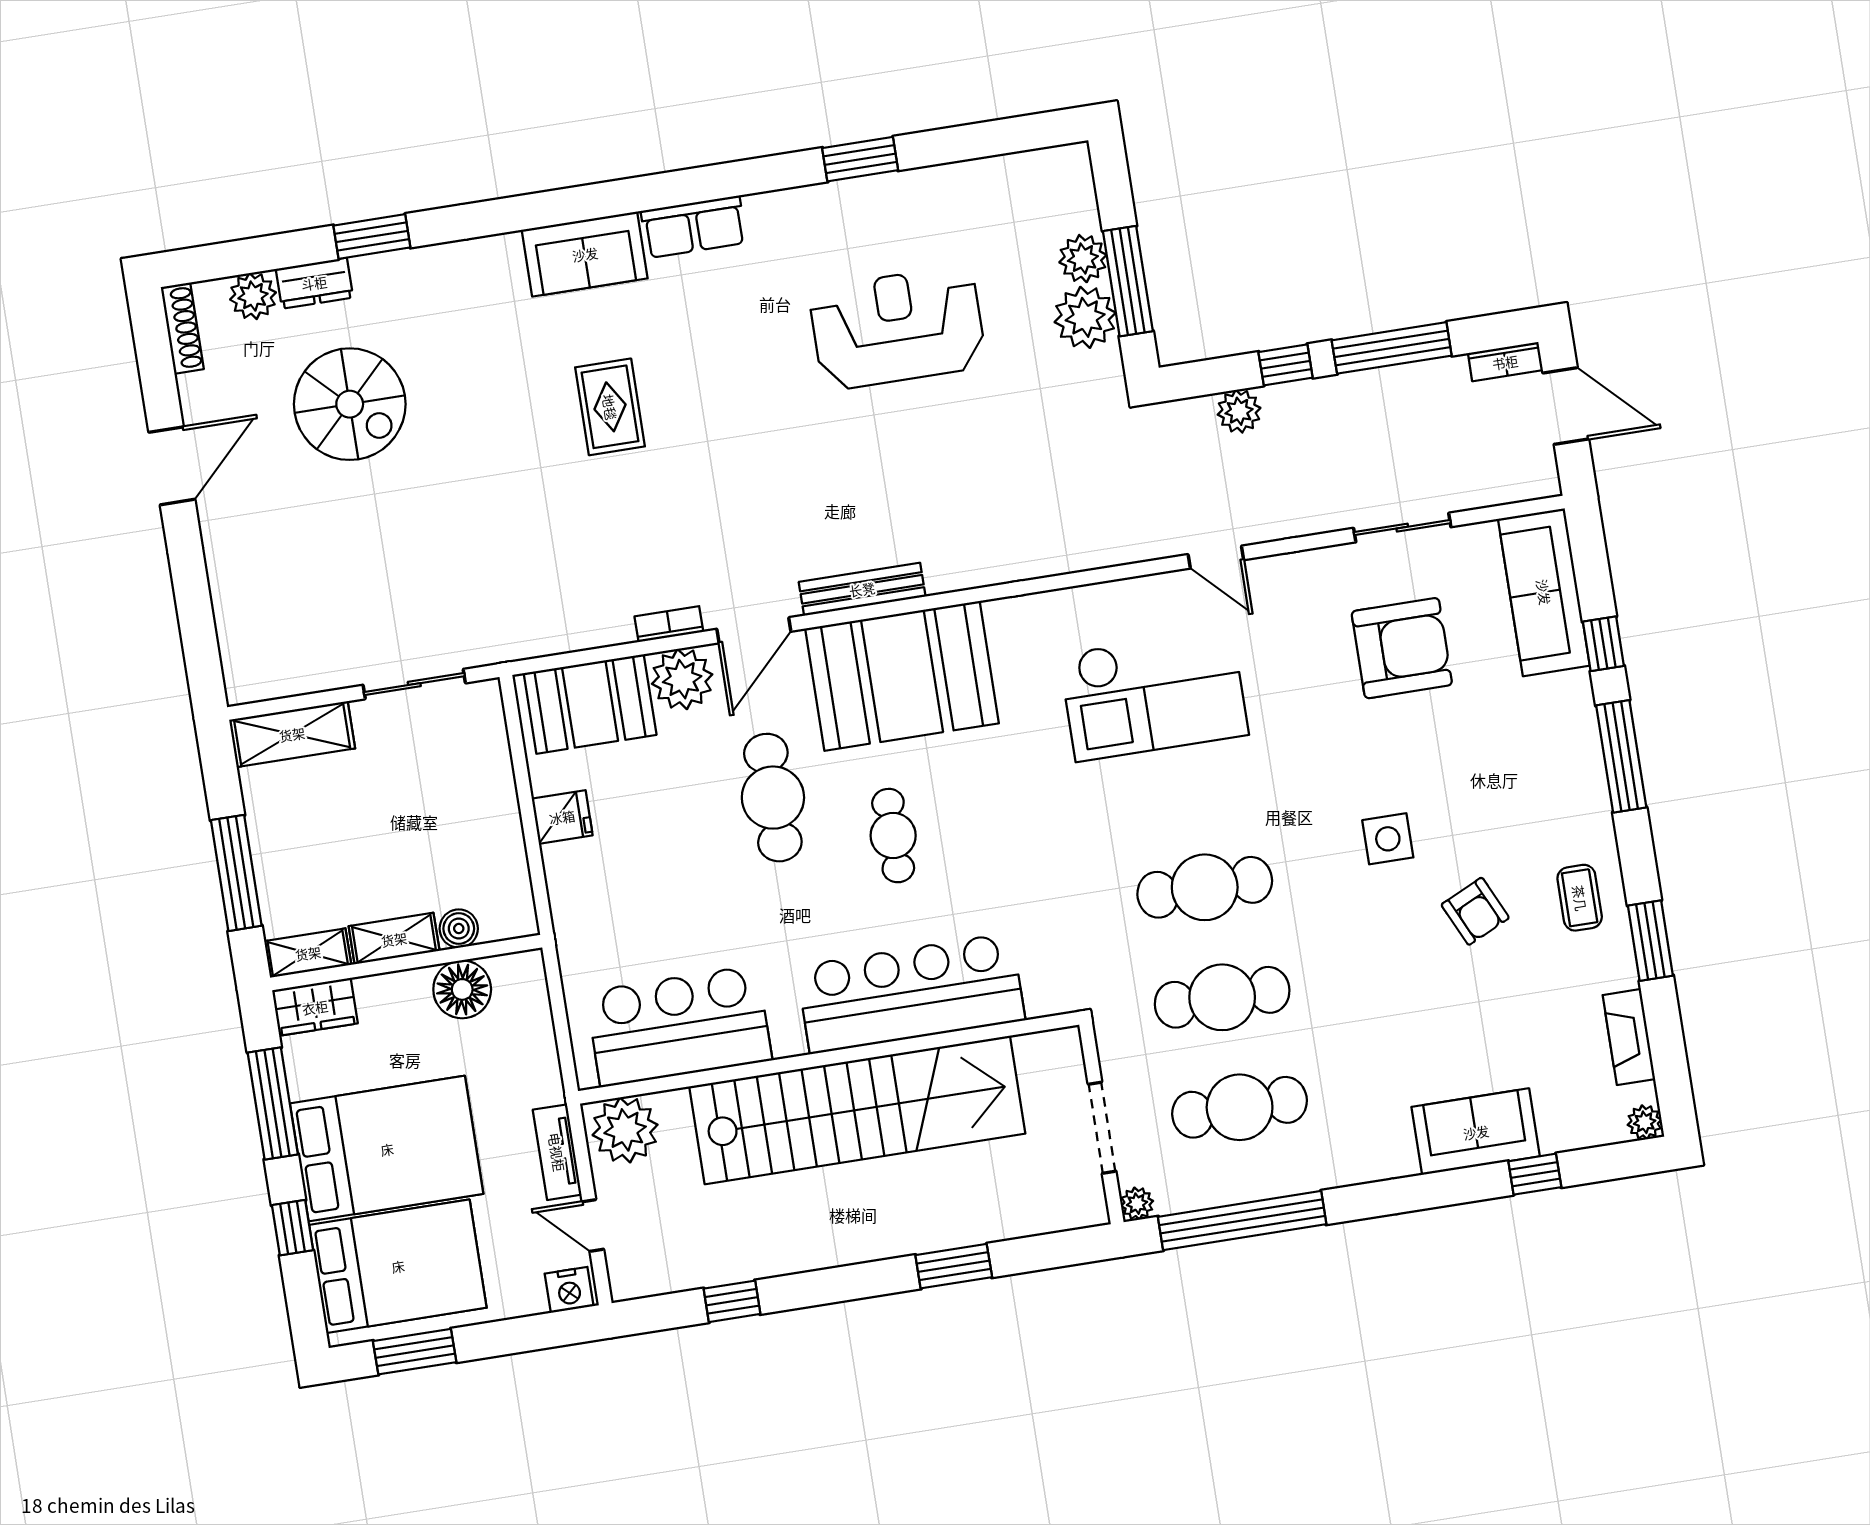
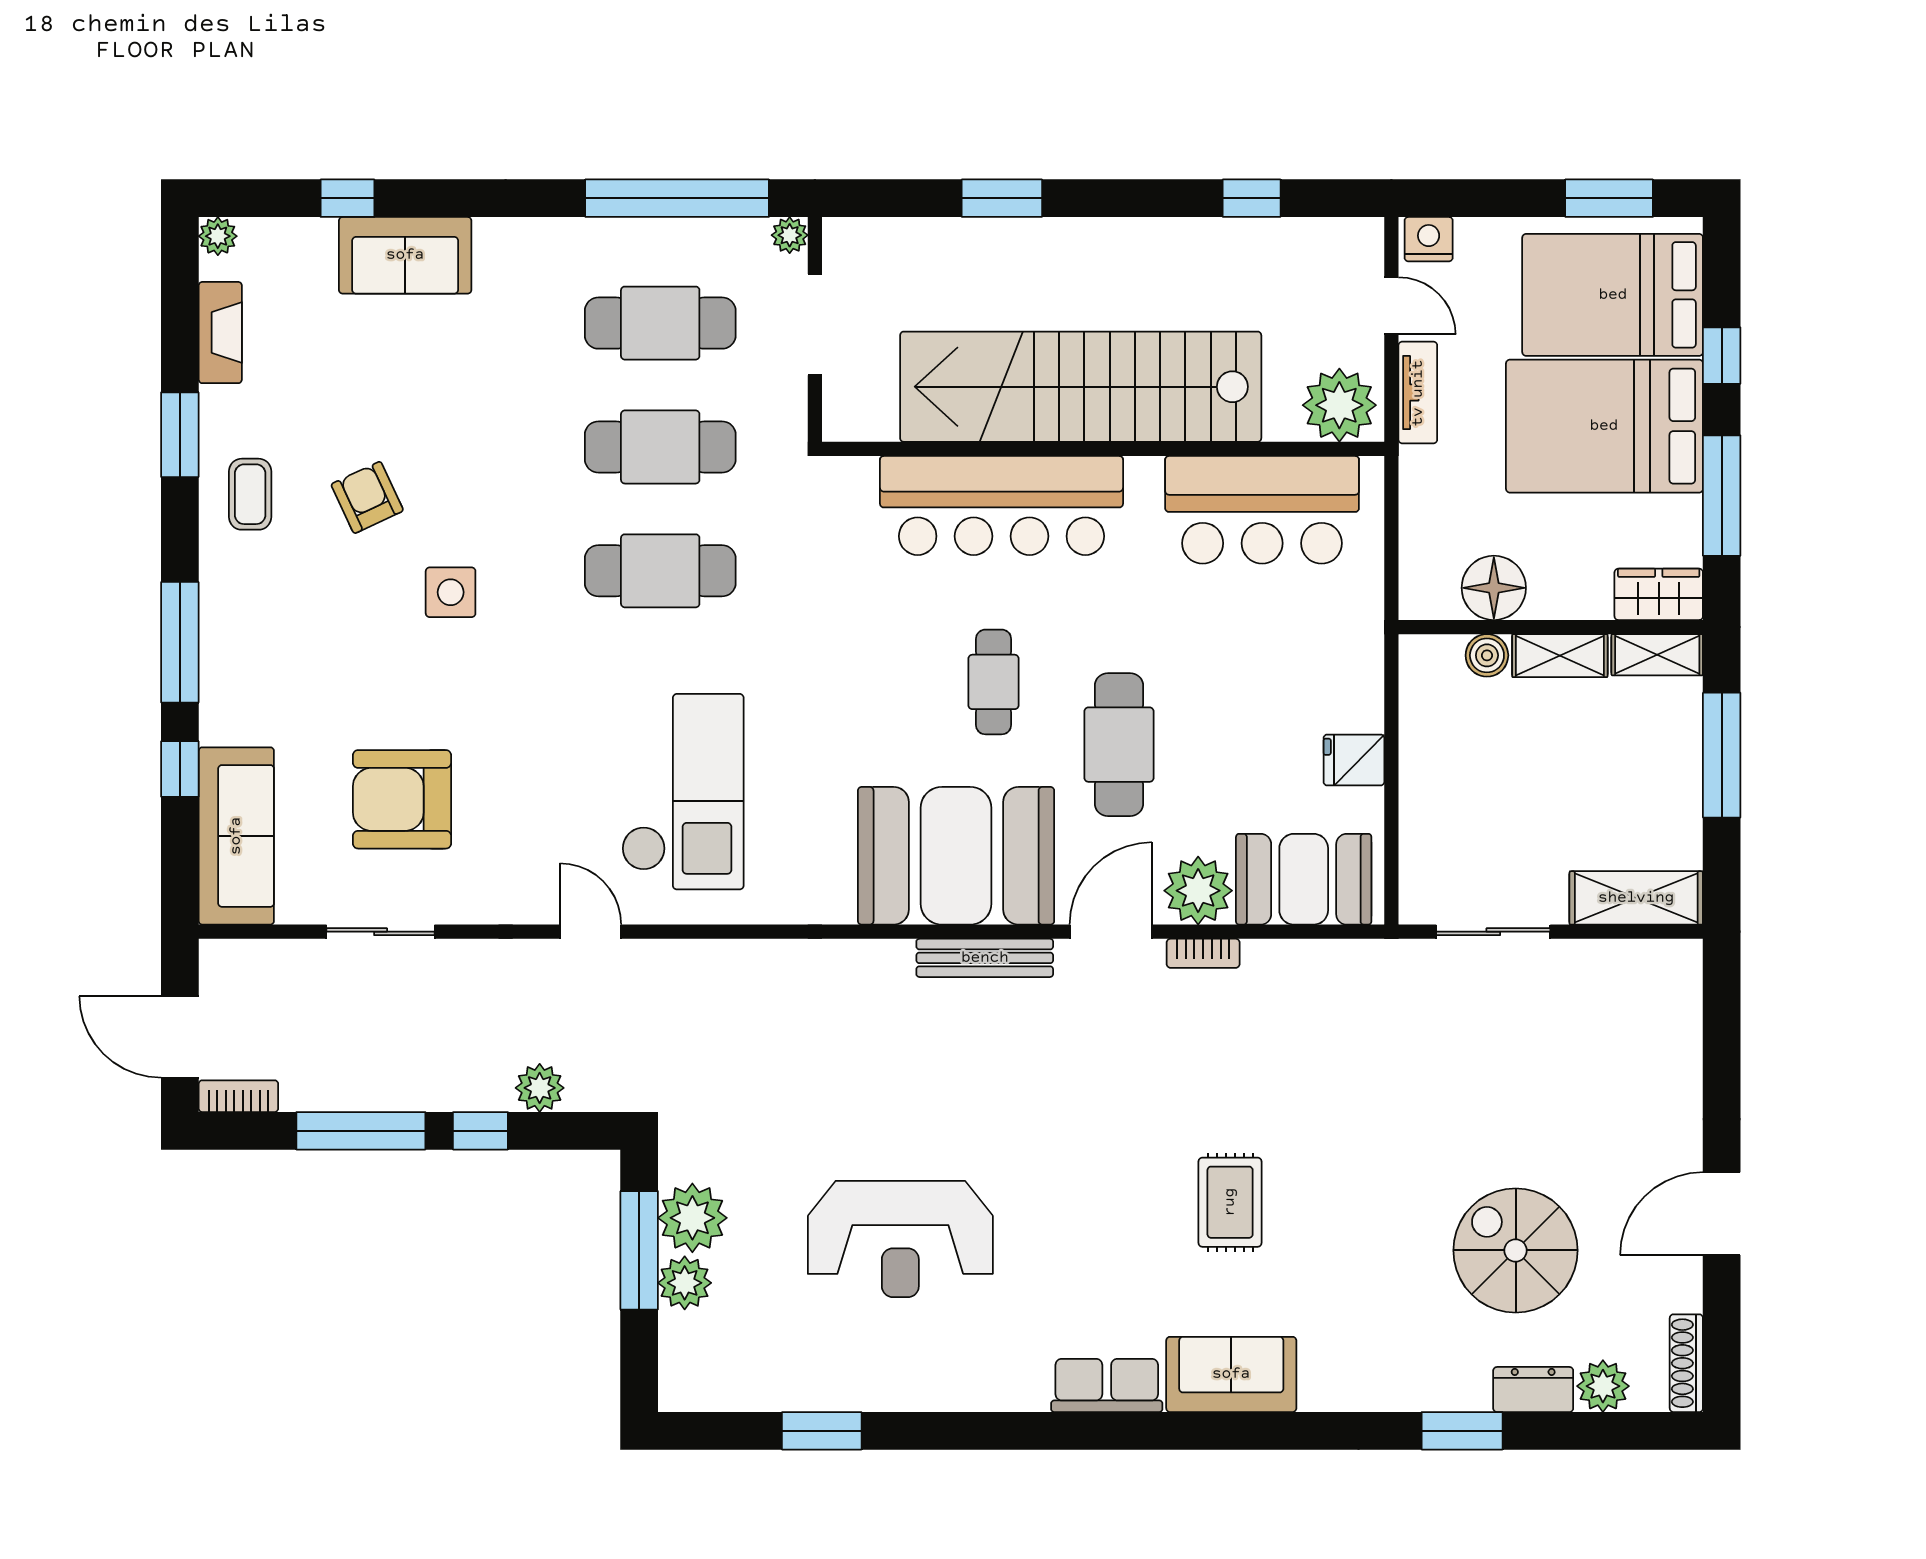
window: (860, 159) -> (822, 1431), moved
checkout: (1154, 694) -> (683, 792), turned 90

